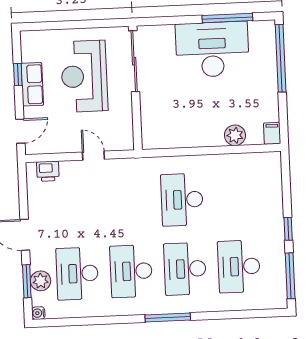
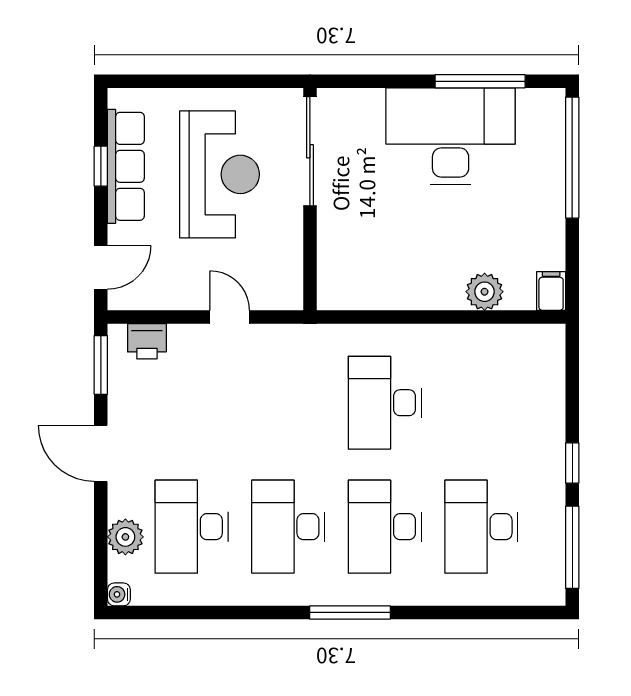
reception desk: (84, 76) -> (220, 174), turned 180
row of seats: (32, 84) -> (126, 166), width x1.48
window: (27, 281) -> (101, 365), moved

